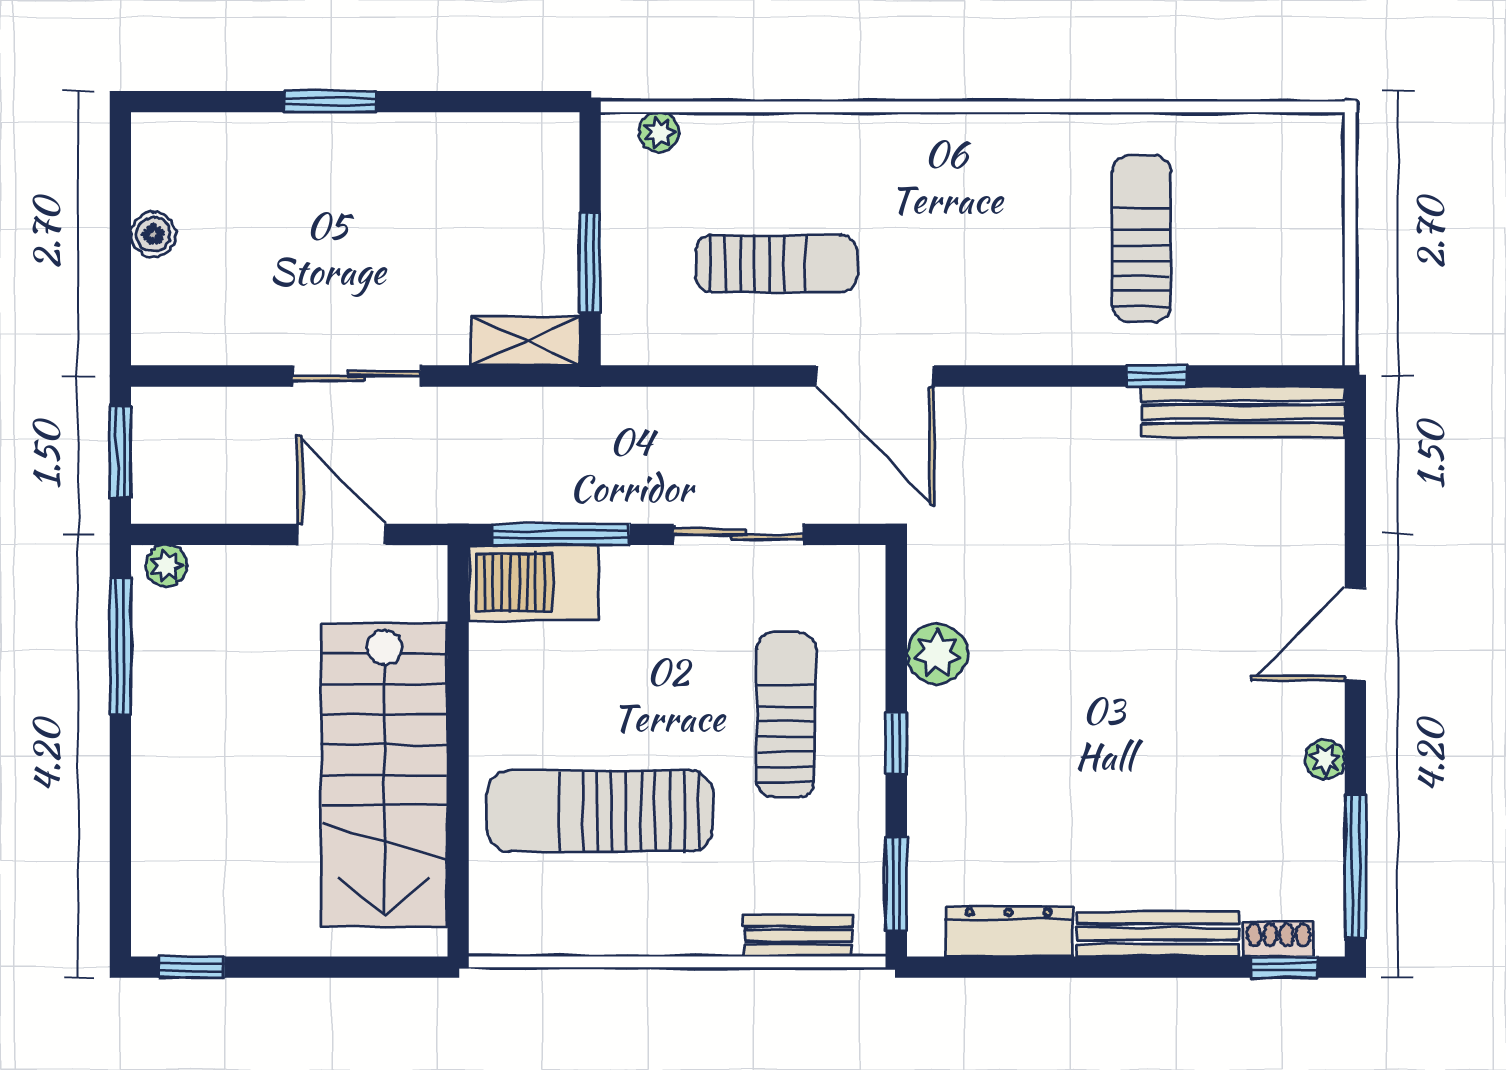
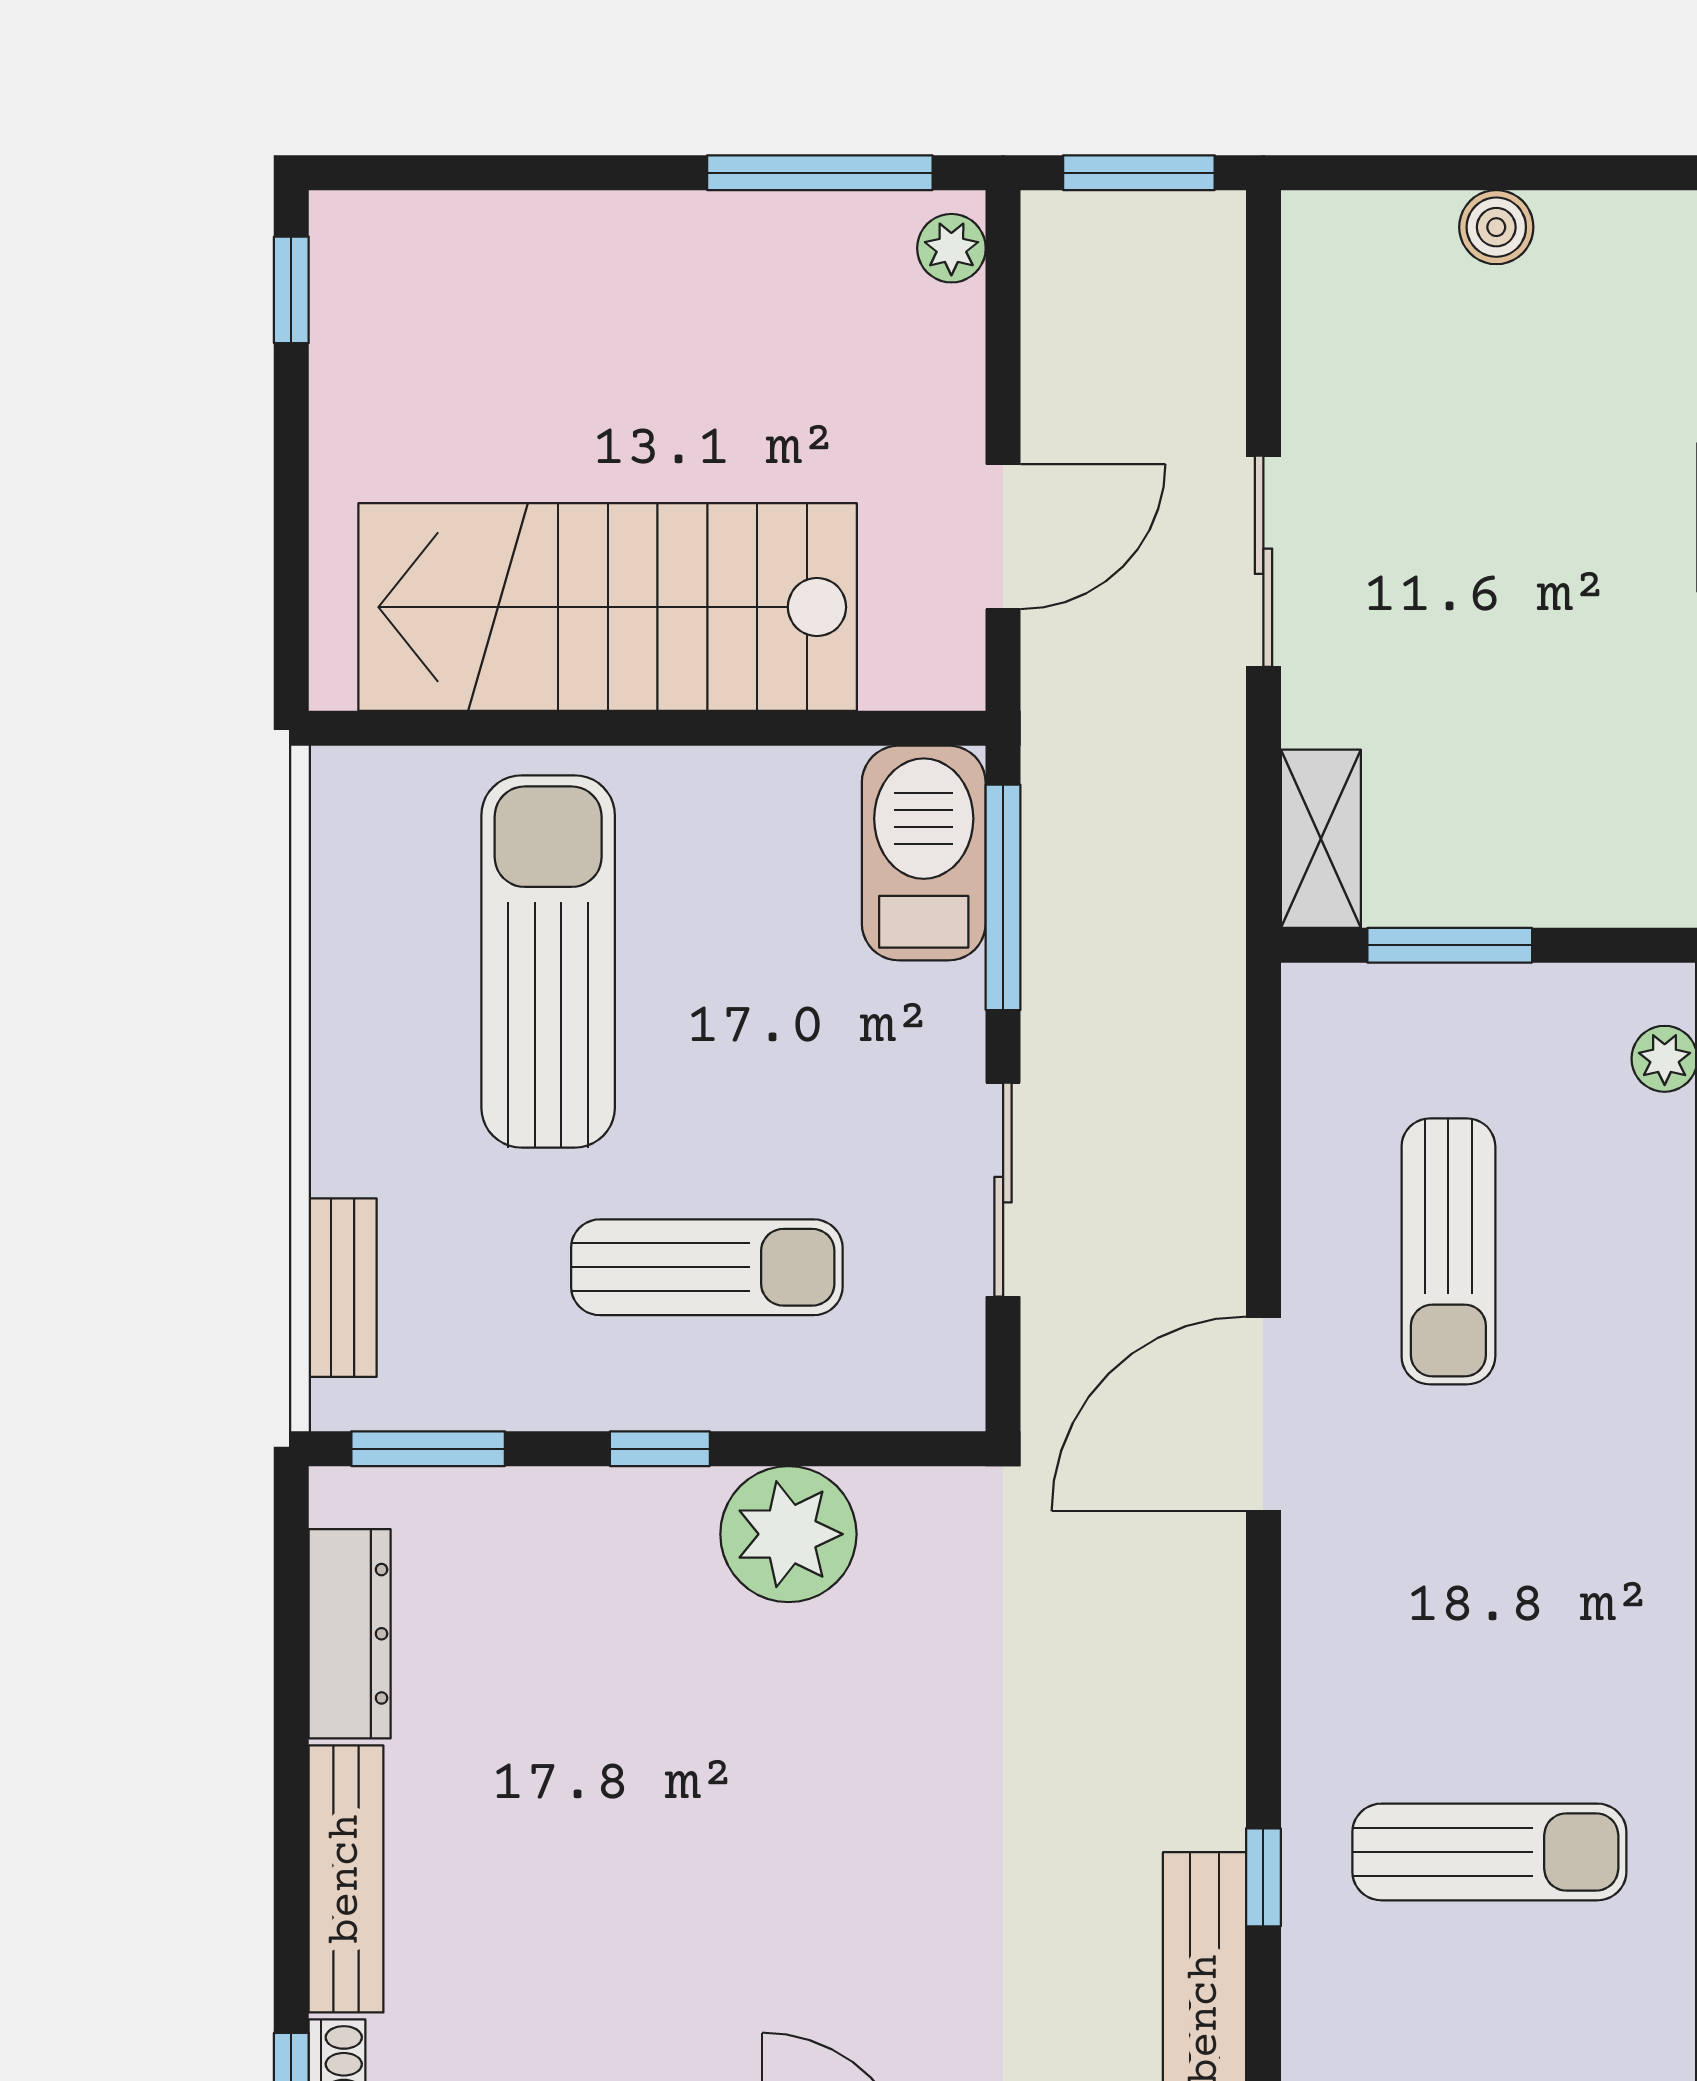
plant: (937, 654) -> (788, 1534), width x1.36, depth x1.36

